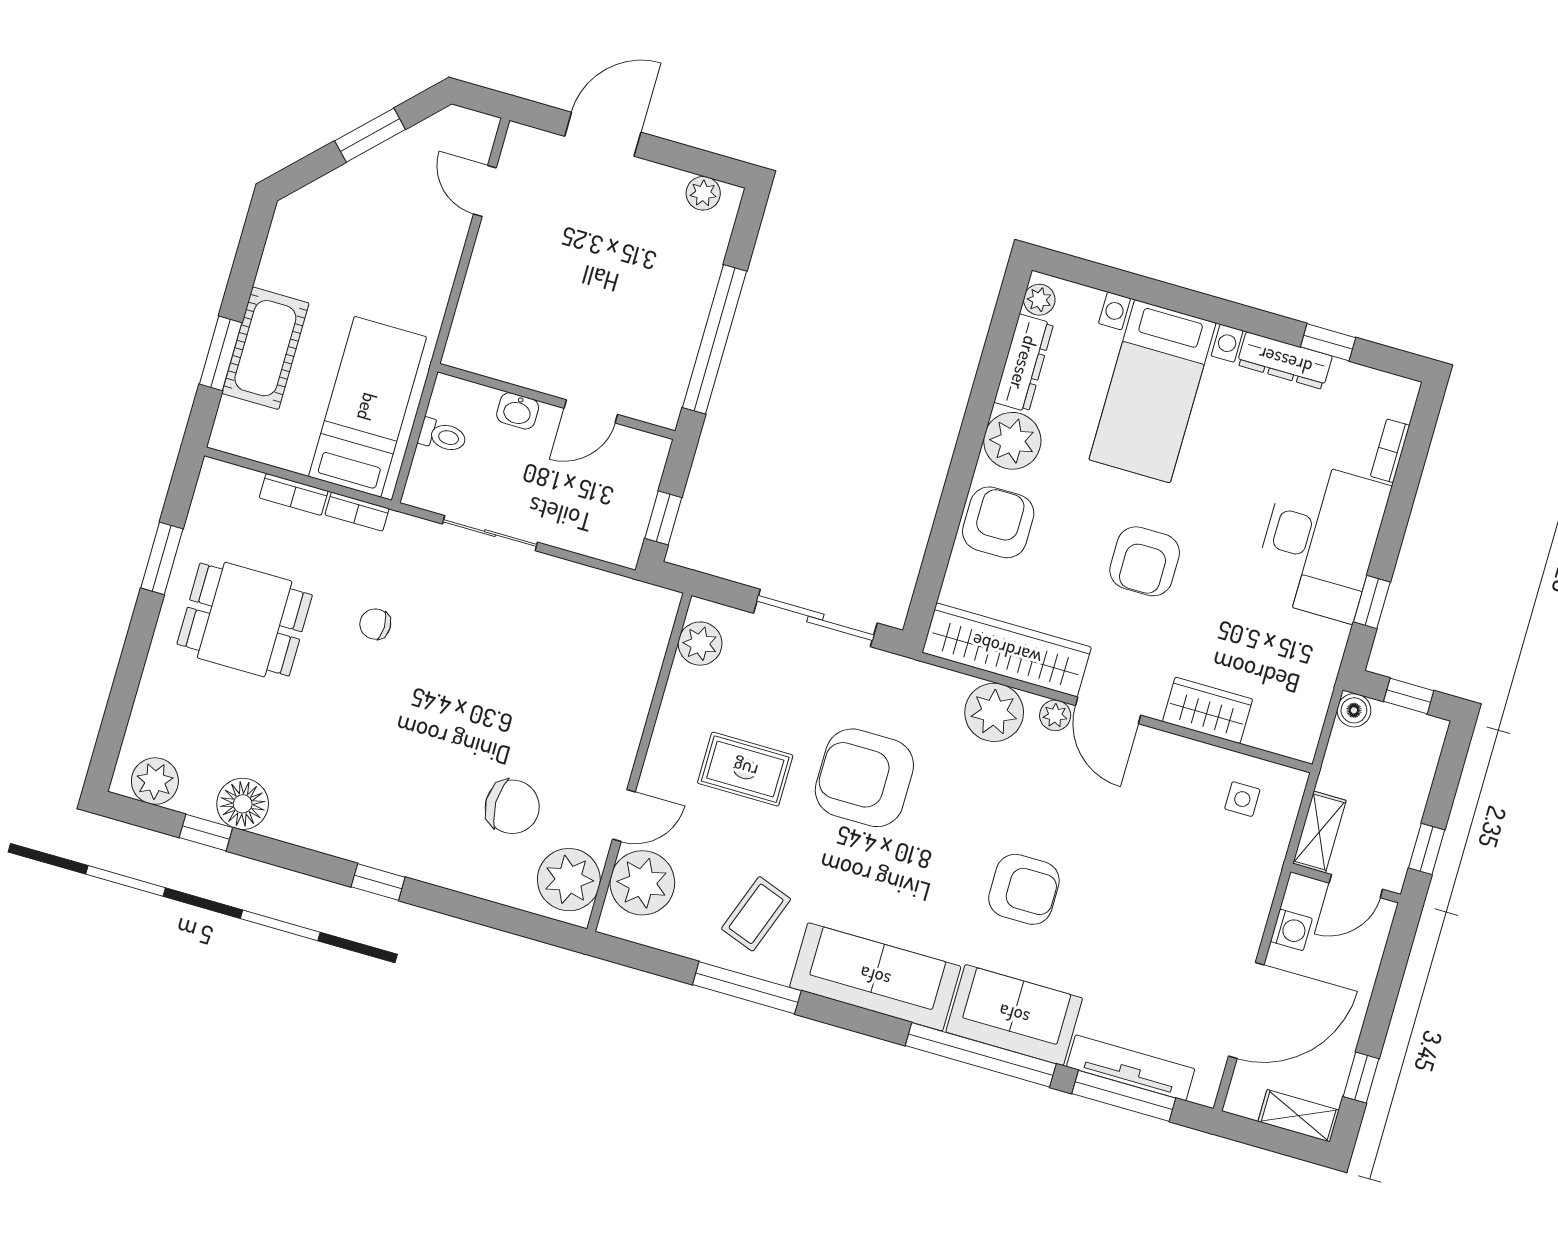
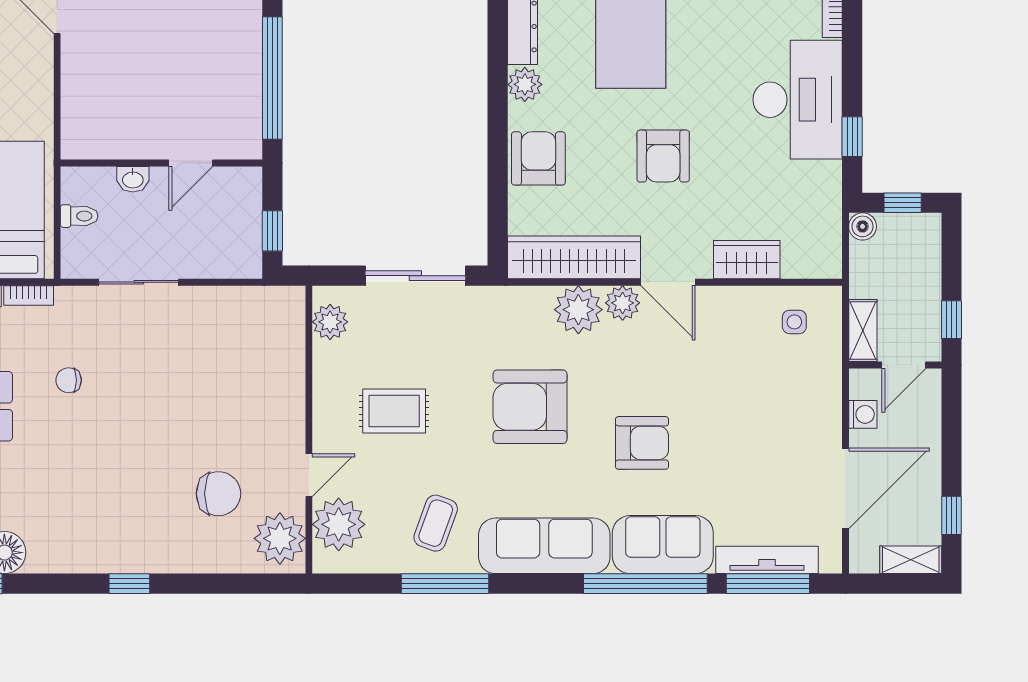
plant: (1012, 441) -> (525, 84), width x0.73, depth x0.73
plant: (1055, 715) -> (623, 303), width x1.38, depth x1.38
armchair: (864, 778) -> (530, 407), moved

